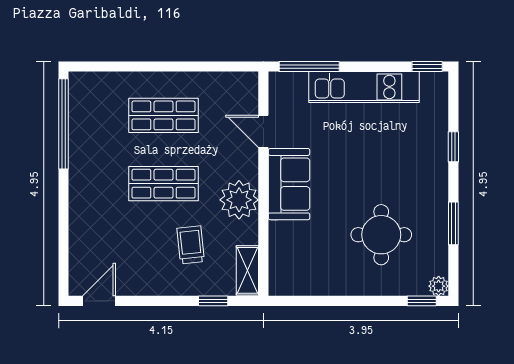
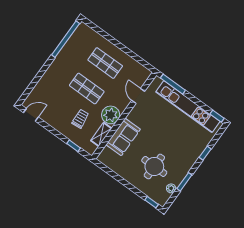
kitchen unit: (364, 87) -> (188, 107), width x1.36
sofa: (289, 184) -> (123, 137), moved
shelving: (247, 270) -> (101, 134), moved
plant: (439, 286) -> (171, 188), moved

